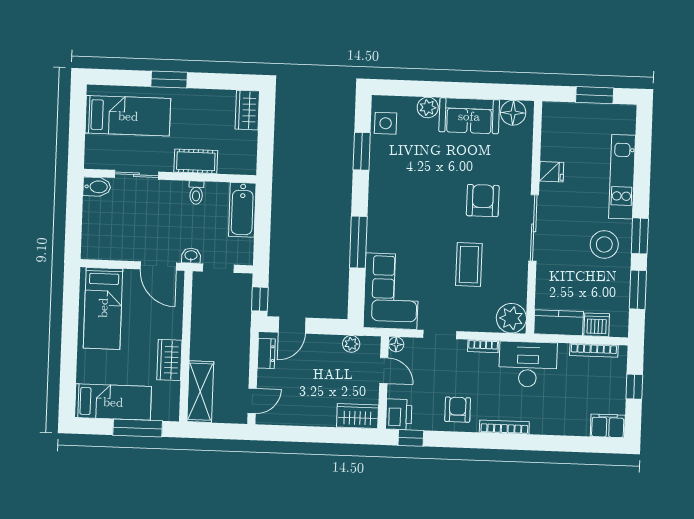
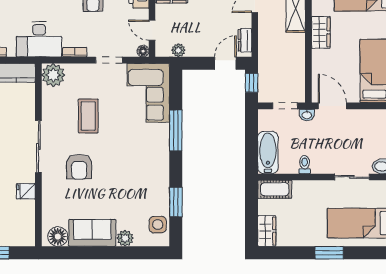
cot: (196, 161) -> (275, 189), moved

